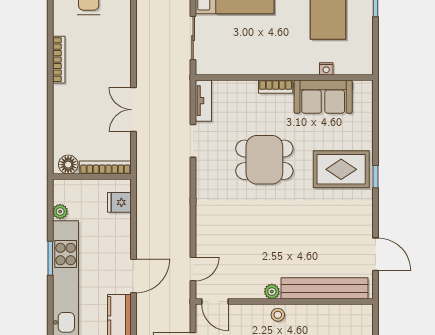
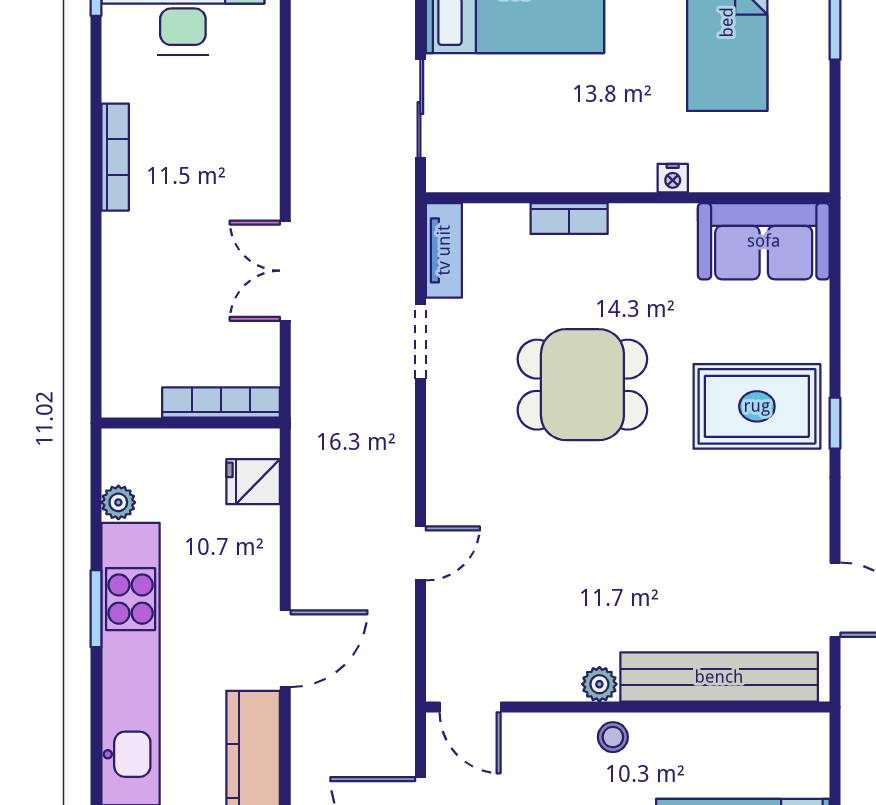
nightstand: (326, 69) -> (673, 178), moved
bookcase: (276, 87) -> (569, 219), moved
sofa: (323, 97) -> (764, 241), moved
floor lamp: (68, 165) -> (137, 396), removed
door: (193, 269) -> (420, 553), moved

